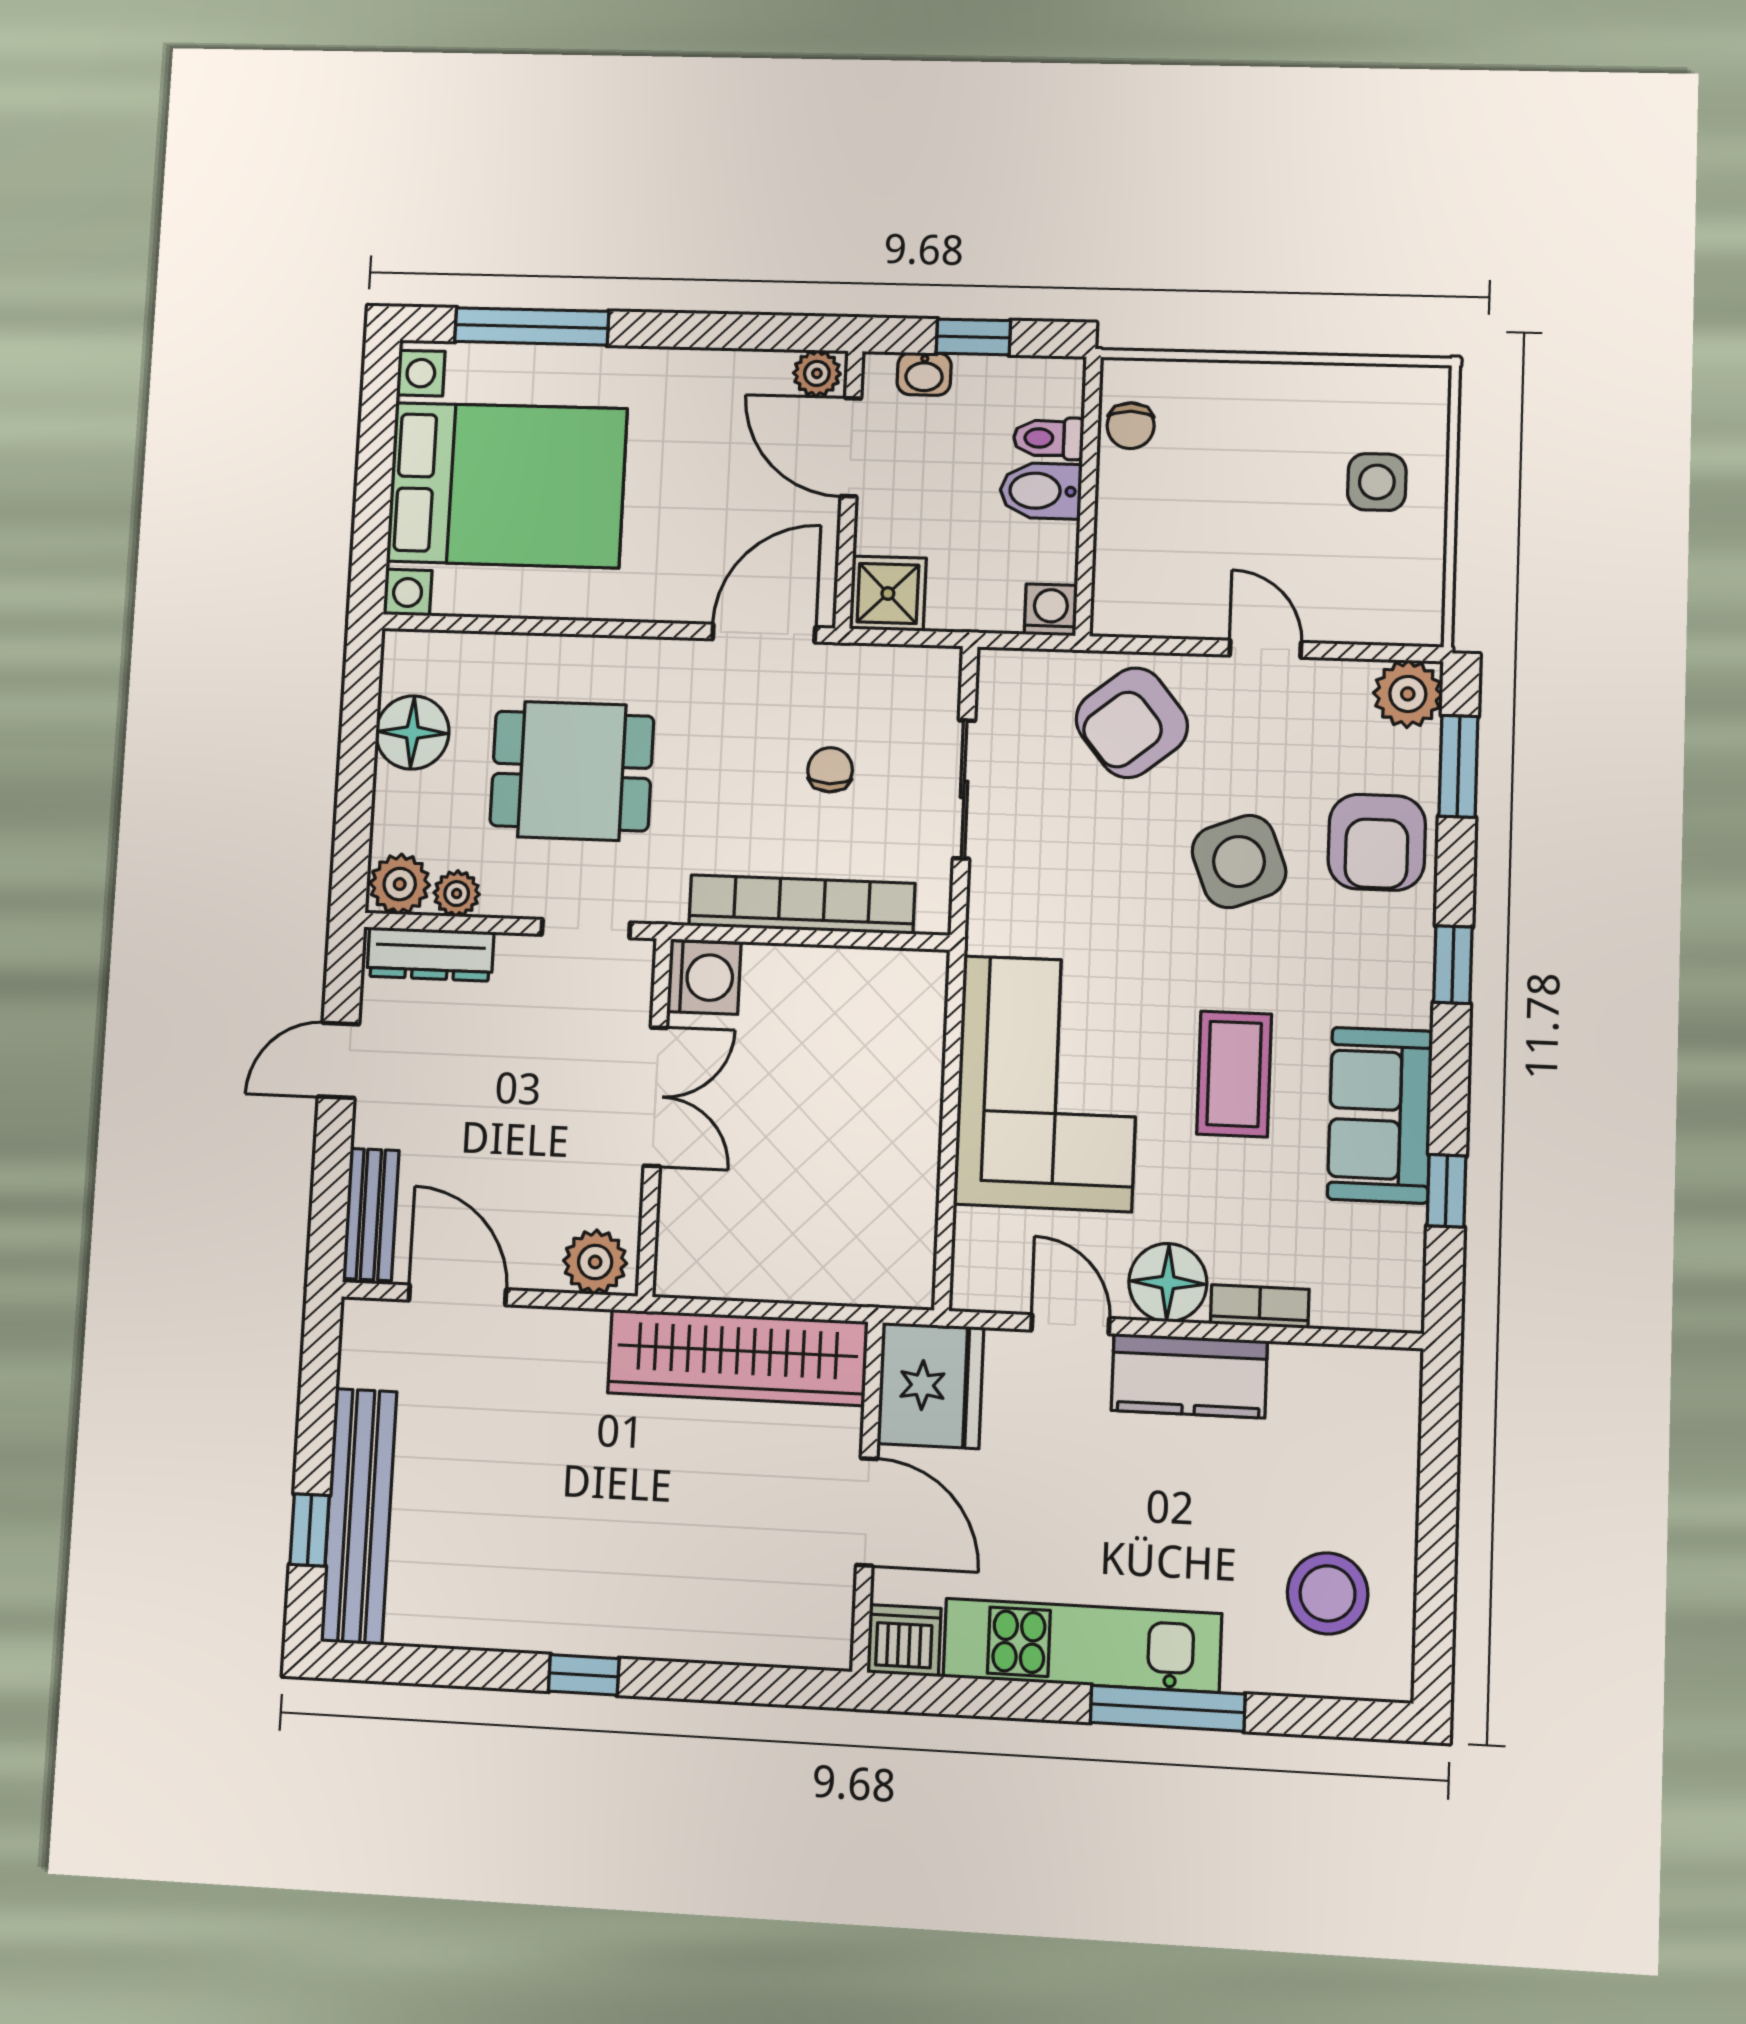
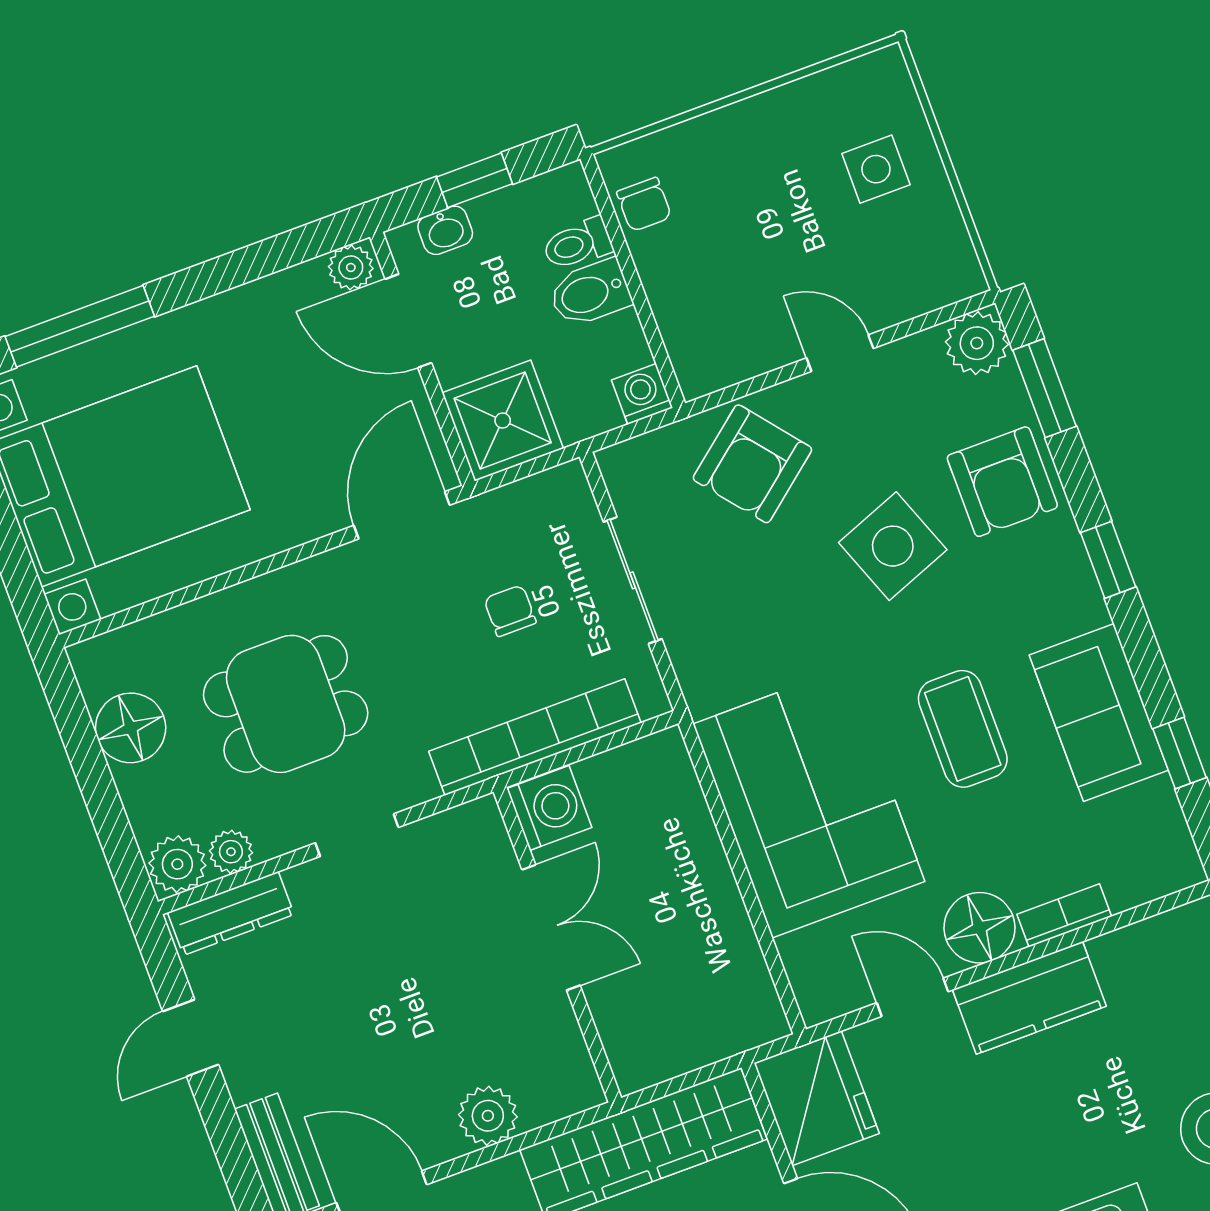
shower: (888, 593) -> (503, 421), width x1.36, depth x1.36
washing machine: (704, 977) -> (549, 808), moved
double door: (655, 1097) -> (551, 927), moved
wall: (654, 1117) -> (557, 945), moved

